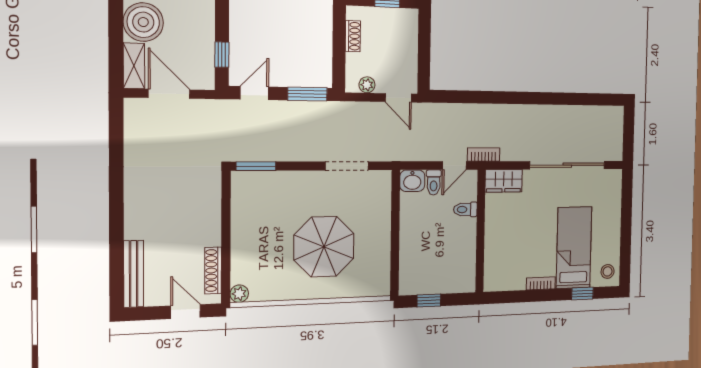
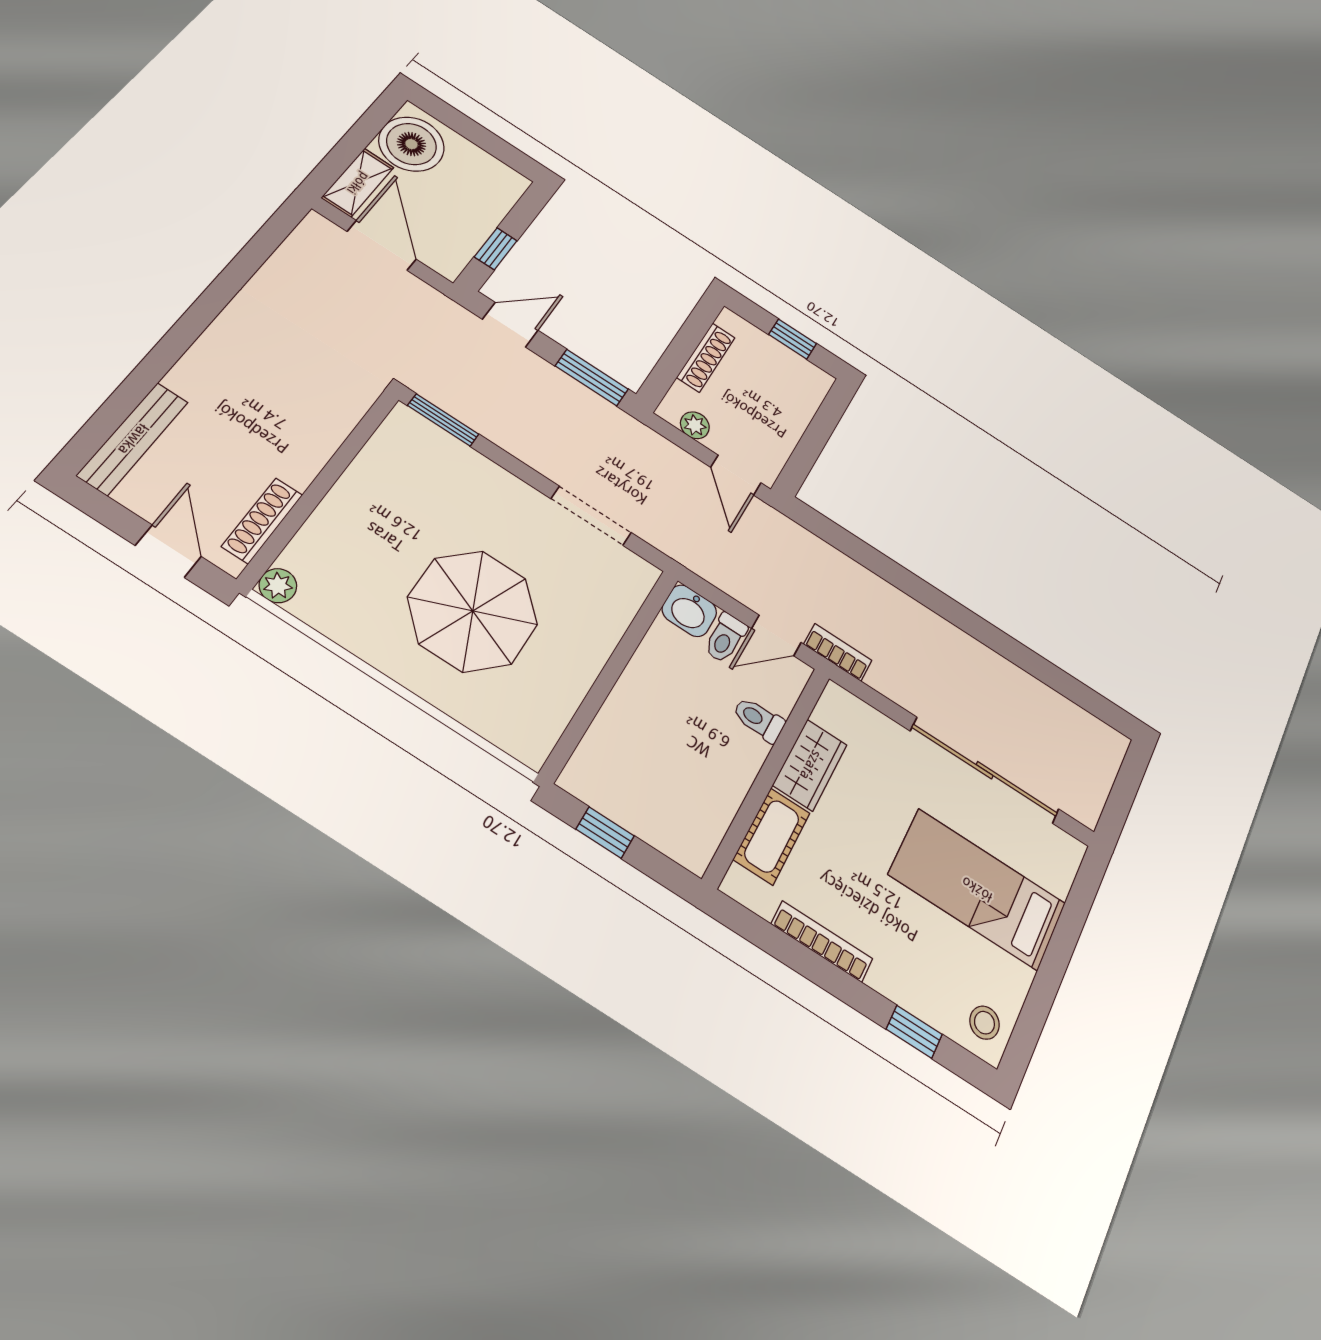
shoe rack: (353, 36) -> (706, 357), width x1.43
wardrobe: (504, 181) -> (810, 765), moved, turned -90
bed: (574, 248) -> (977, 889), moved, turned -90
cot: (494, 256) -> (772, 836), added
bookcase: (541, 283) -> (822, 941), width x1.56

